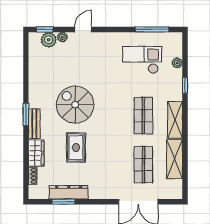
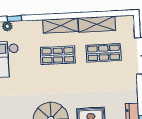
window: (185, 85) -> (14, 19), moved

